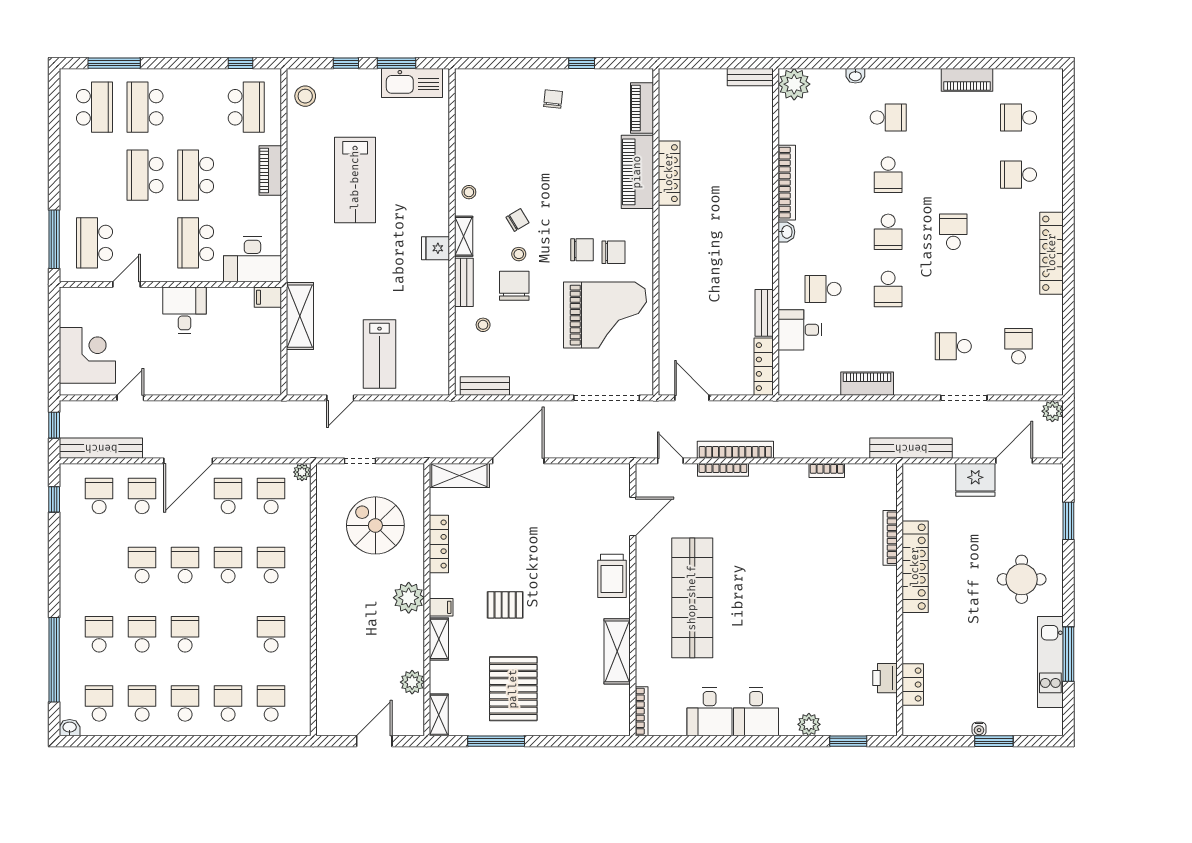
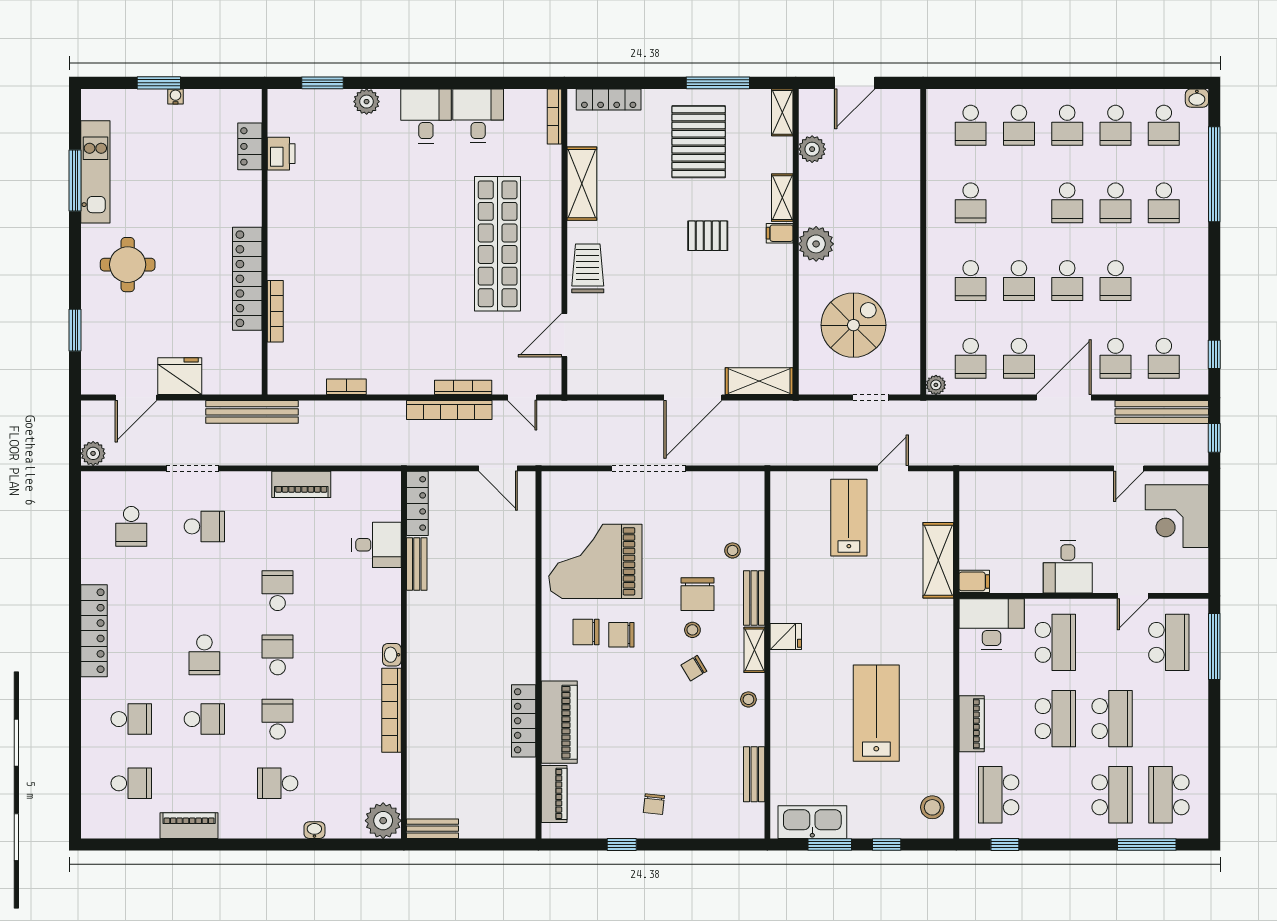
school desk: (823, 289) -> (204, 719), moved
bench: (485, 386) -> (754, 774), moved, turned 90
doorway: (607, 398) -> (649, 468), moved
spiral stairs: (375, 525) -> (853, 325), turned -90
locker: (439, 544) -> (609, 99), moved, turned -90

